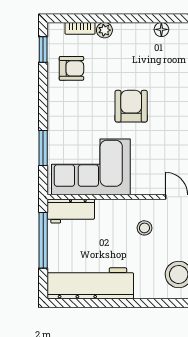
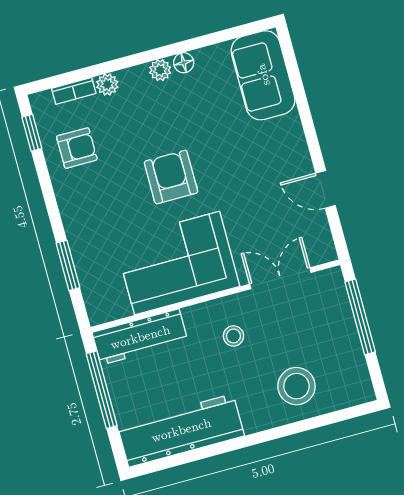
plant: (144, 30) -> (160, 70), added
corner sofa: (91, 167) -> (177, 263), moved
workbench: (71, 211) -> (140, 337), width x1.38

